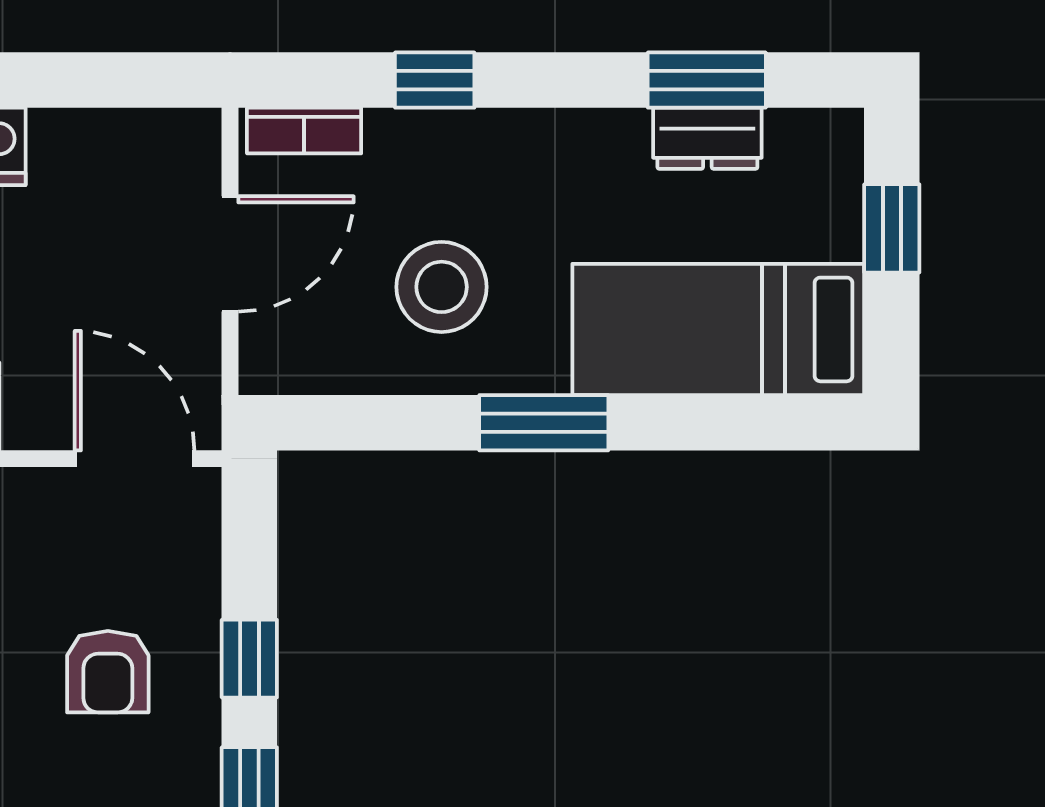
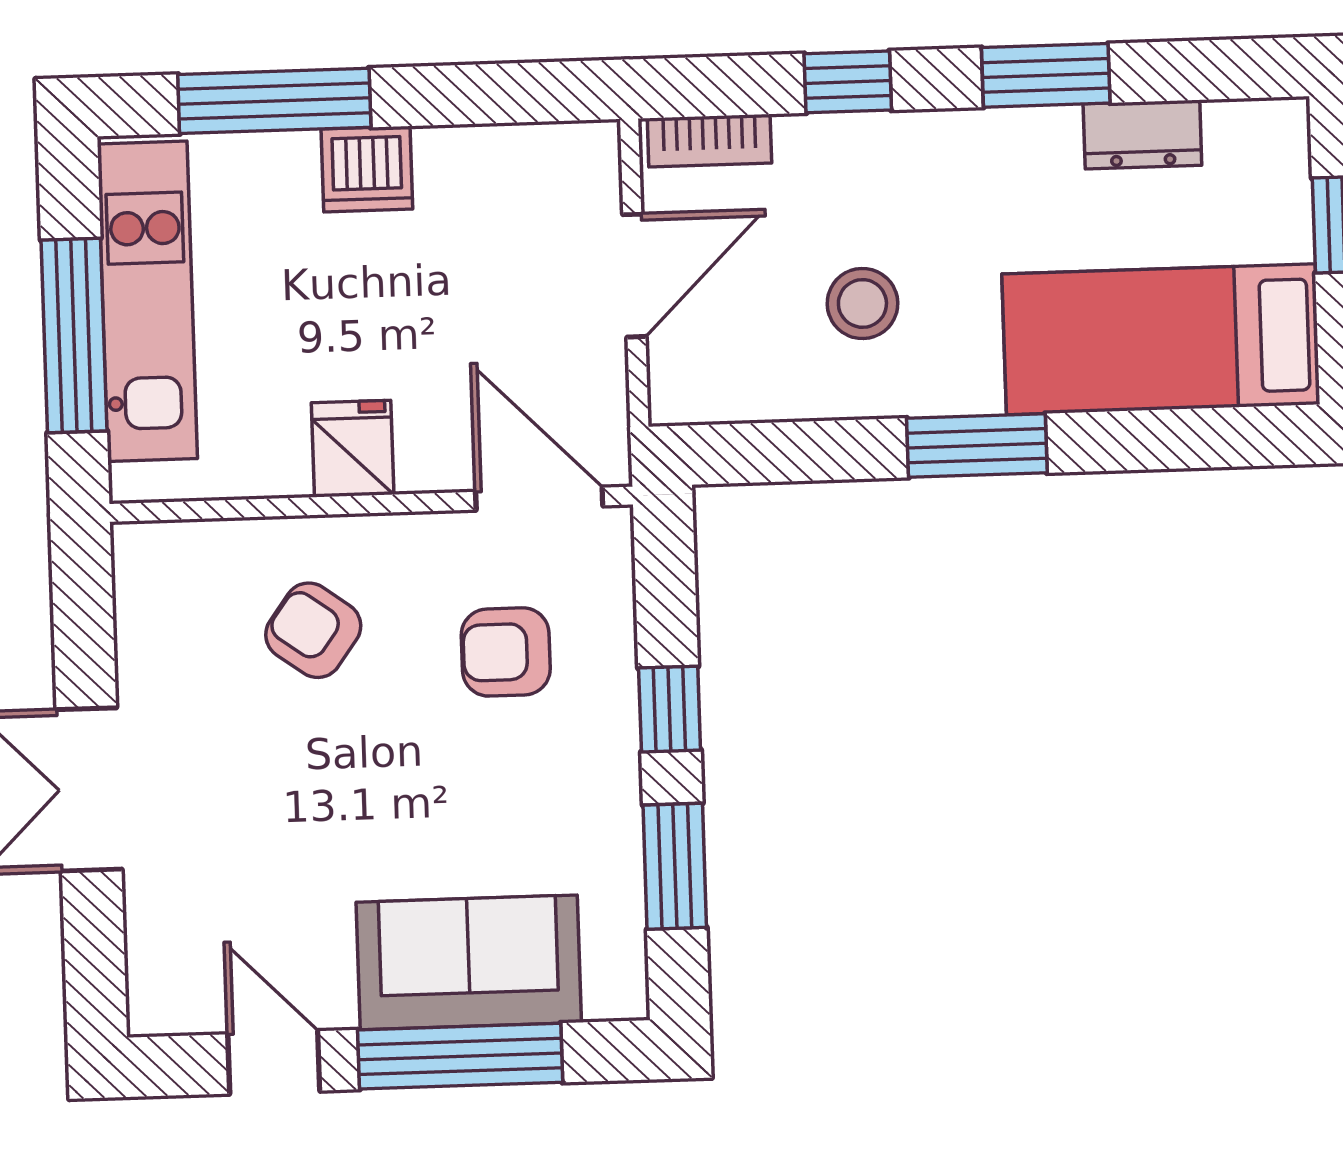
window: (707, 80) -> (1046, 75), moved
stool: (442, 287) -> (862, 303), width x0.73, depth x0.73
armchair: (108, 672) -> (506, 652), moved, turned 90

